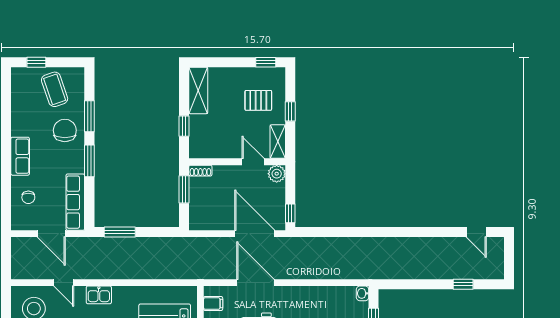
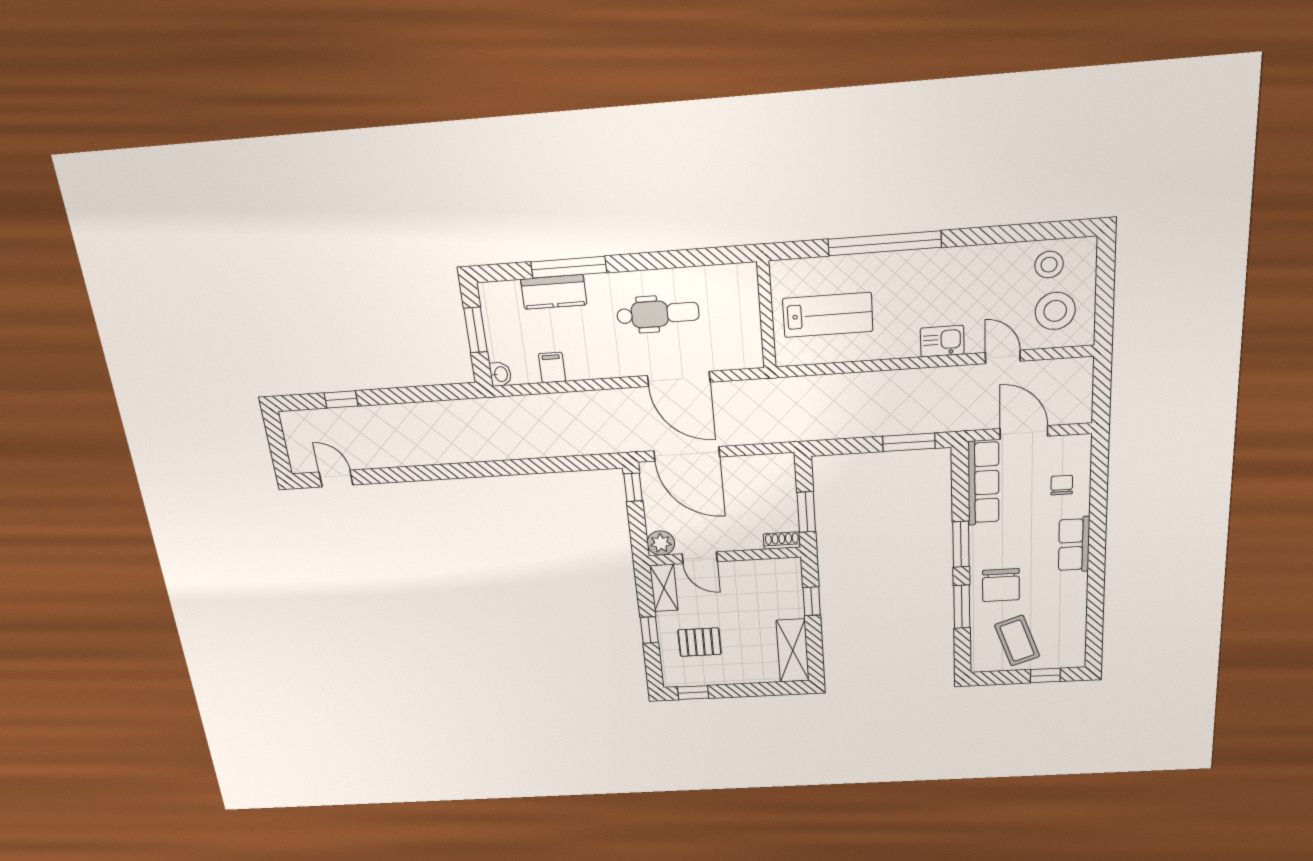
filing cabinet: (213, 303) -> (552, 368), moved, turned 90

